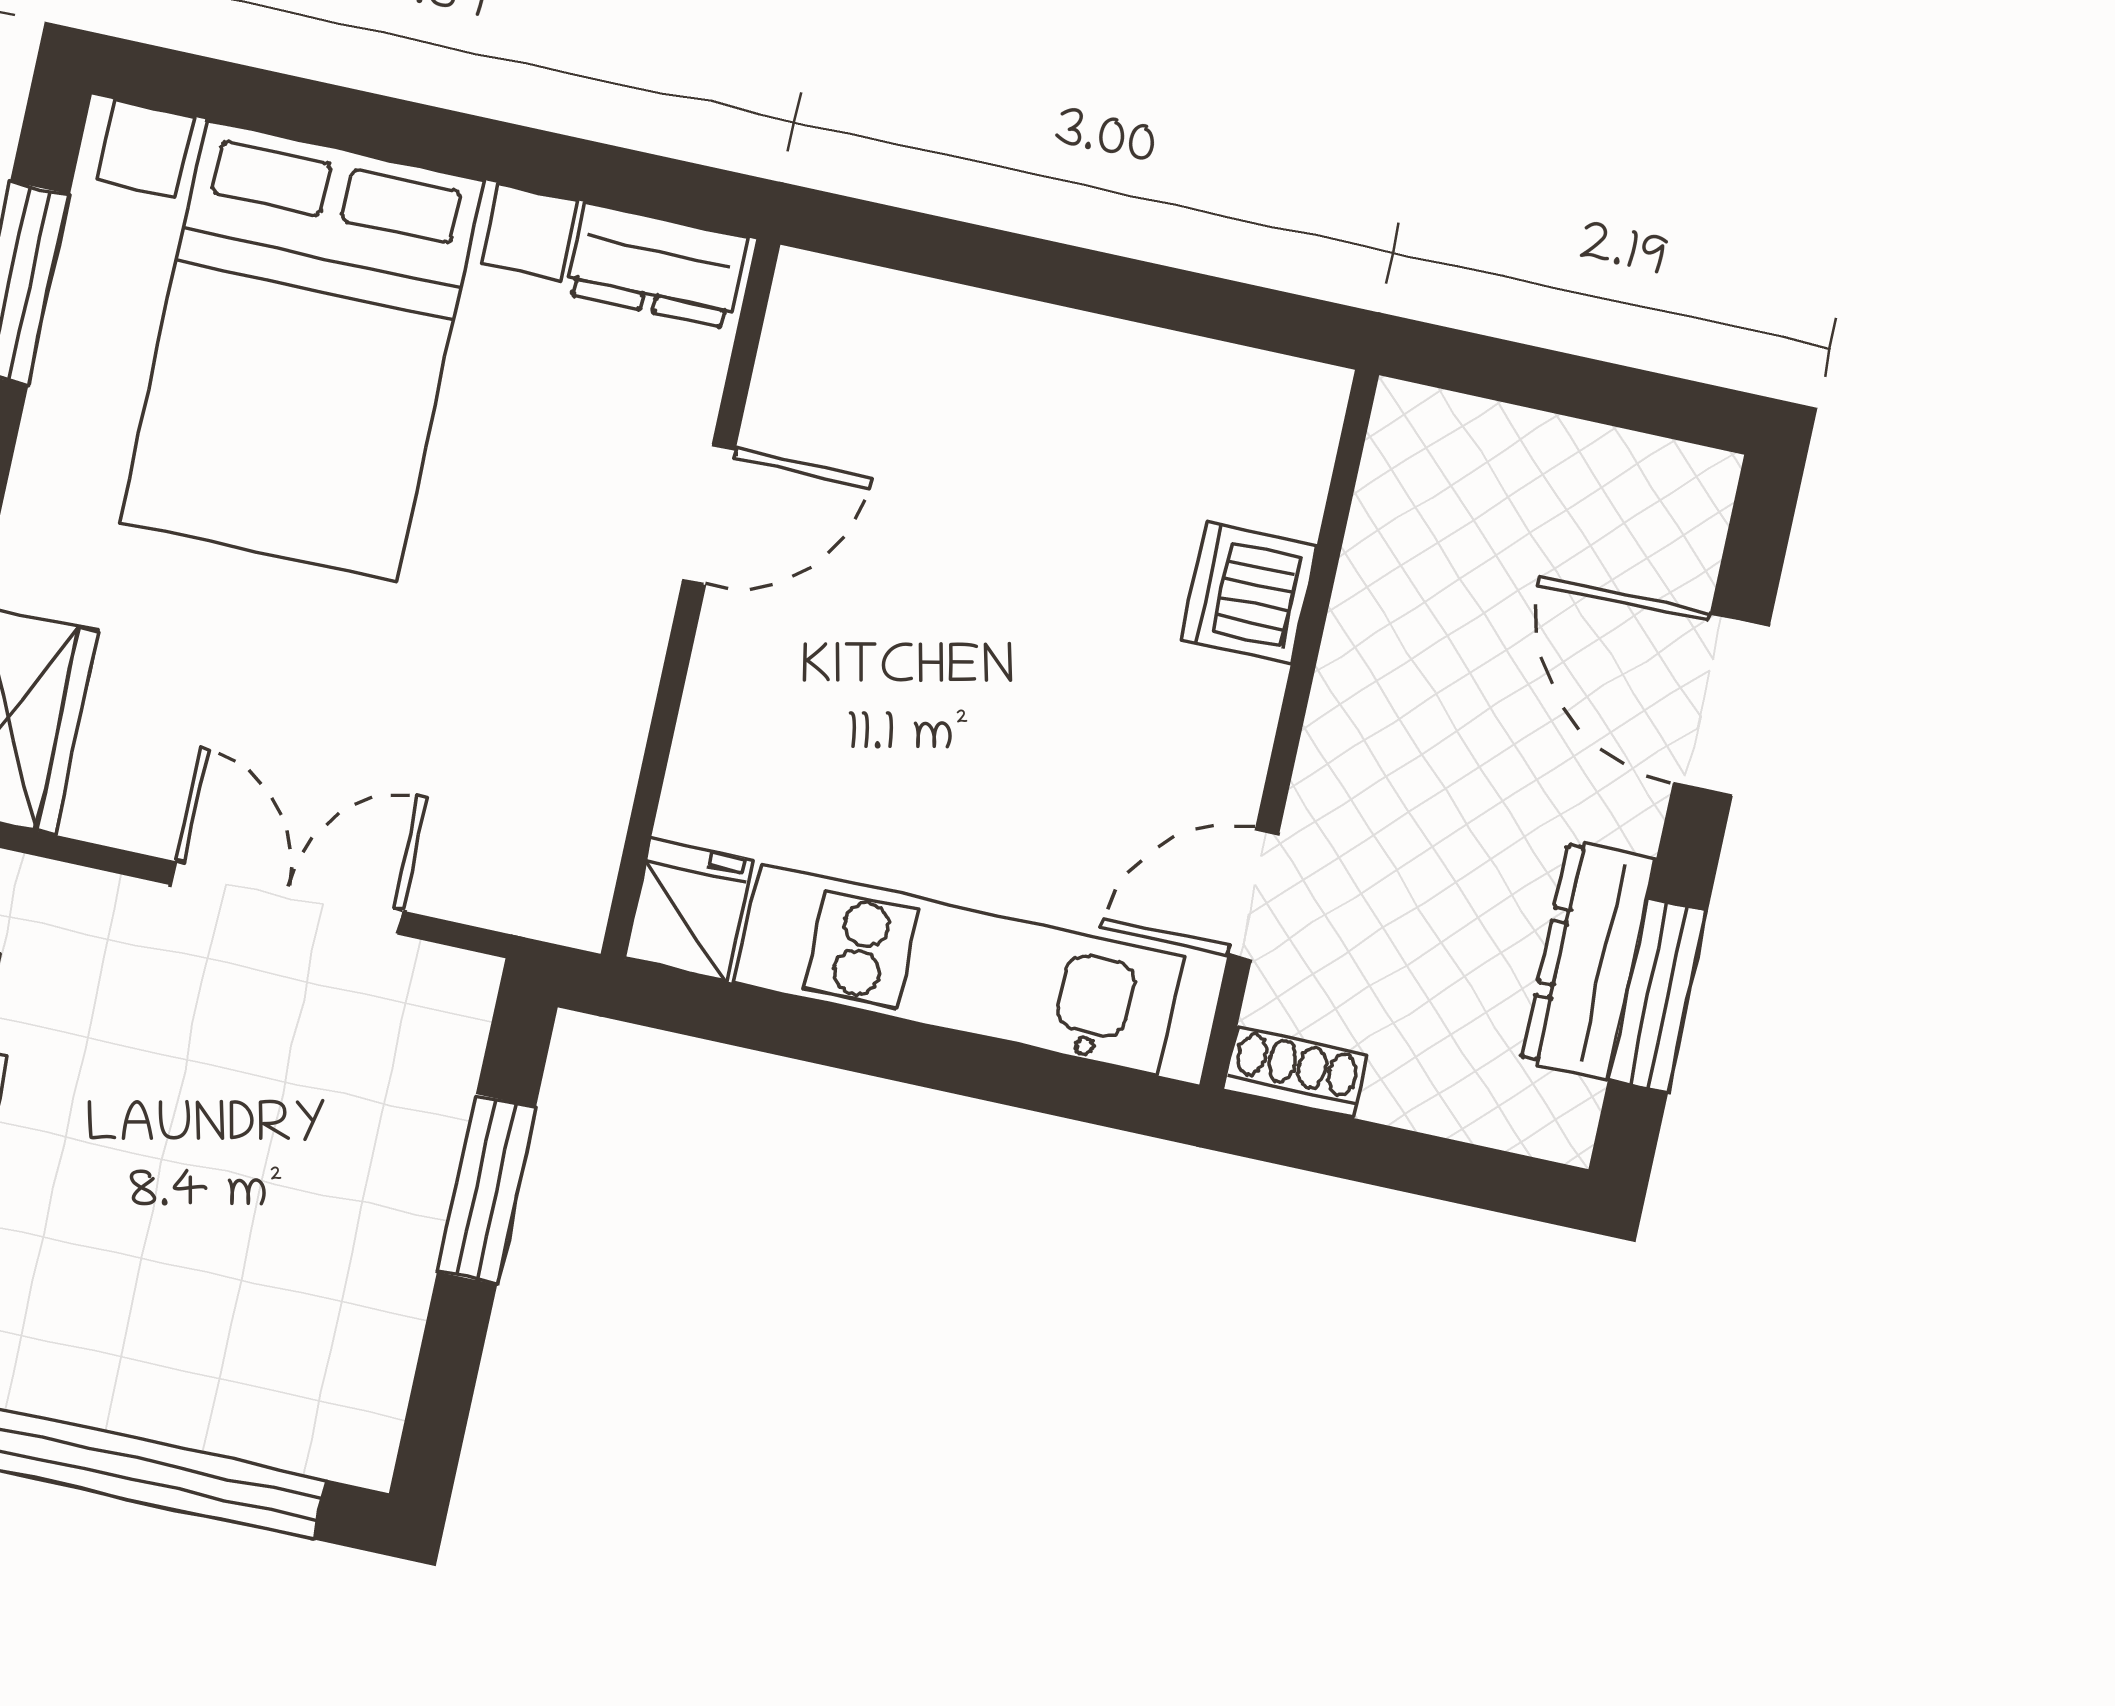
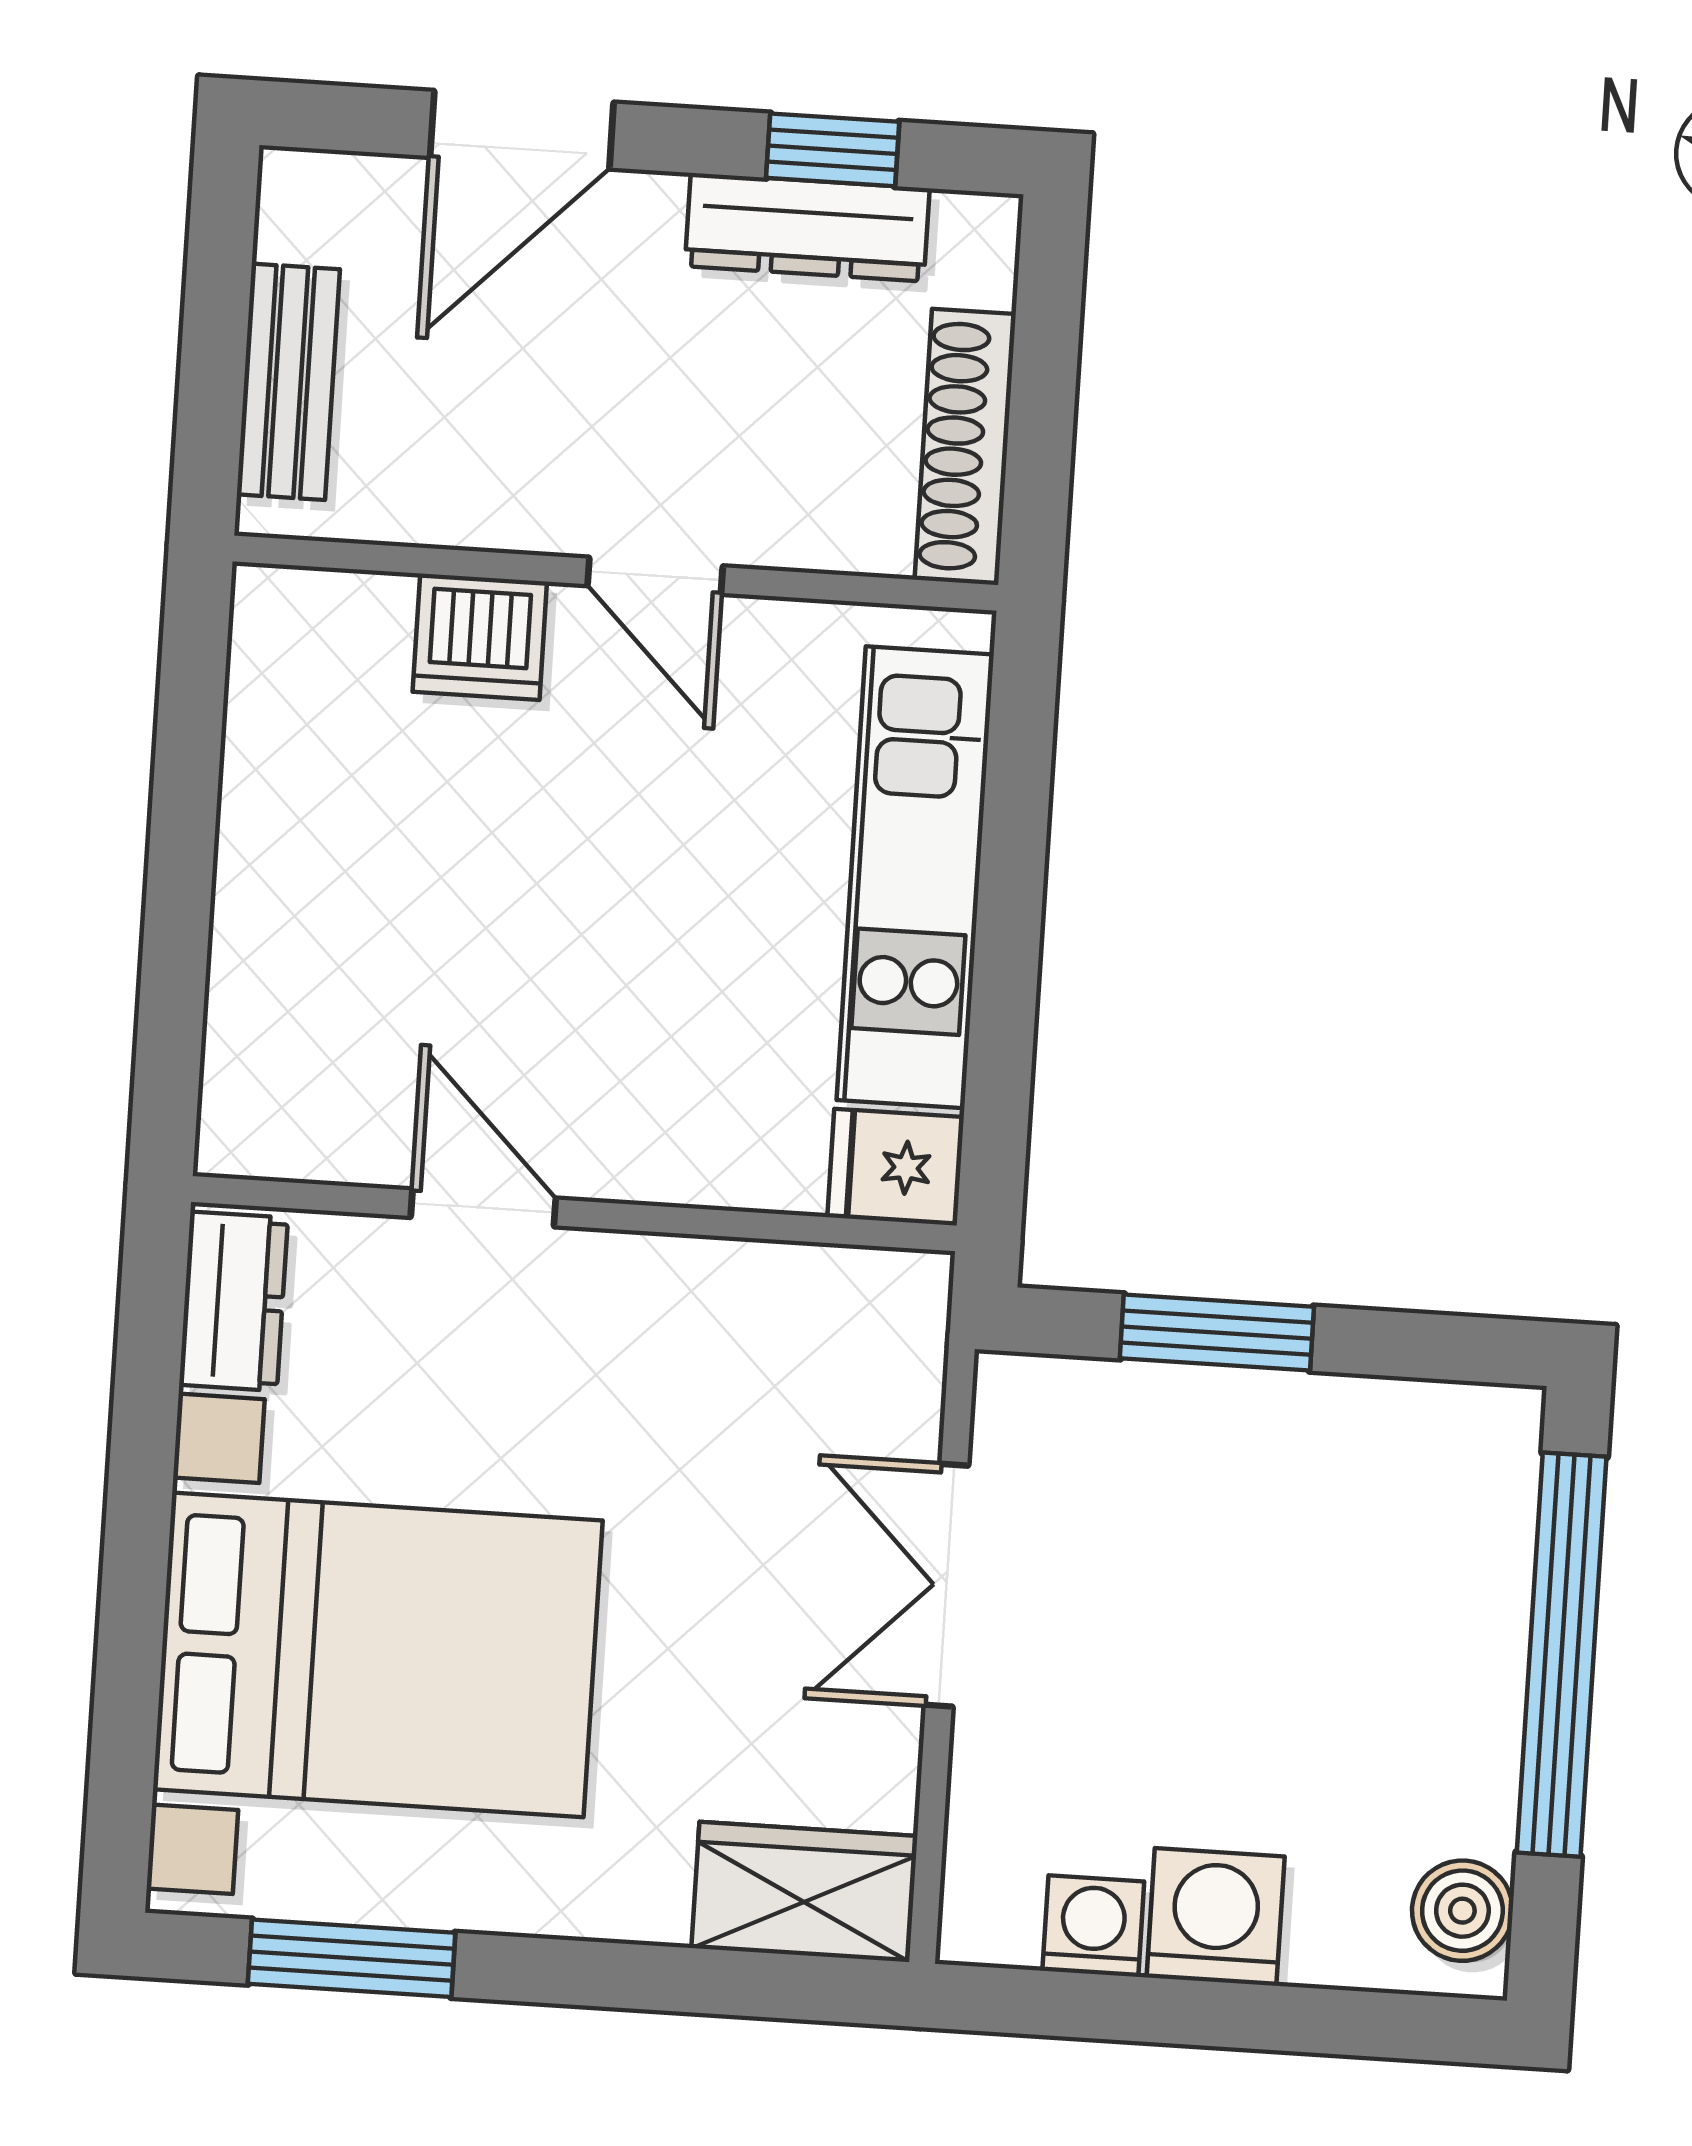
bench: (1517, 448) -> (288, 382), added
door: (1253, 894) -> (655, 576), moved
window: (1658, 995) -> (833, 150), width x0.67
shoe rack: (1295, 1072) -> (965, 447), width x1.94, depth x1.24

